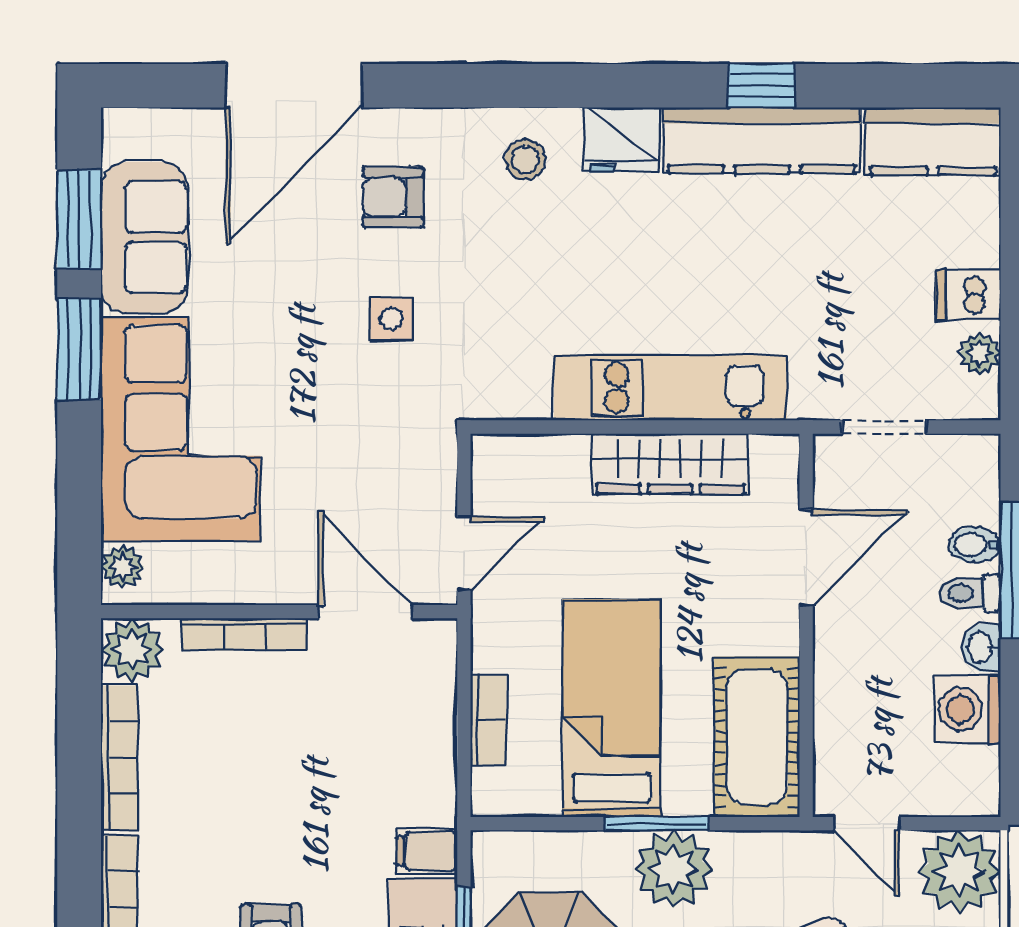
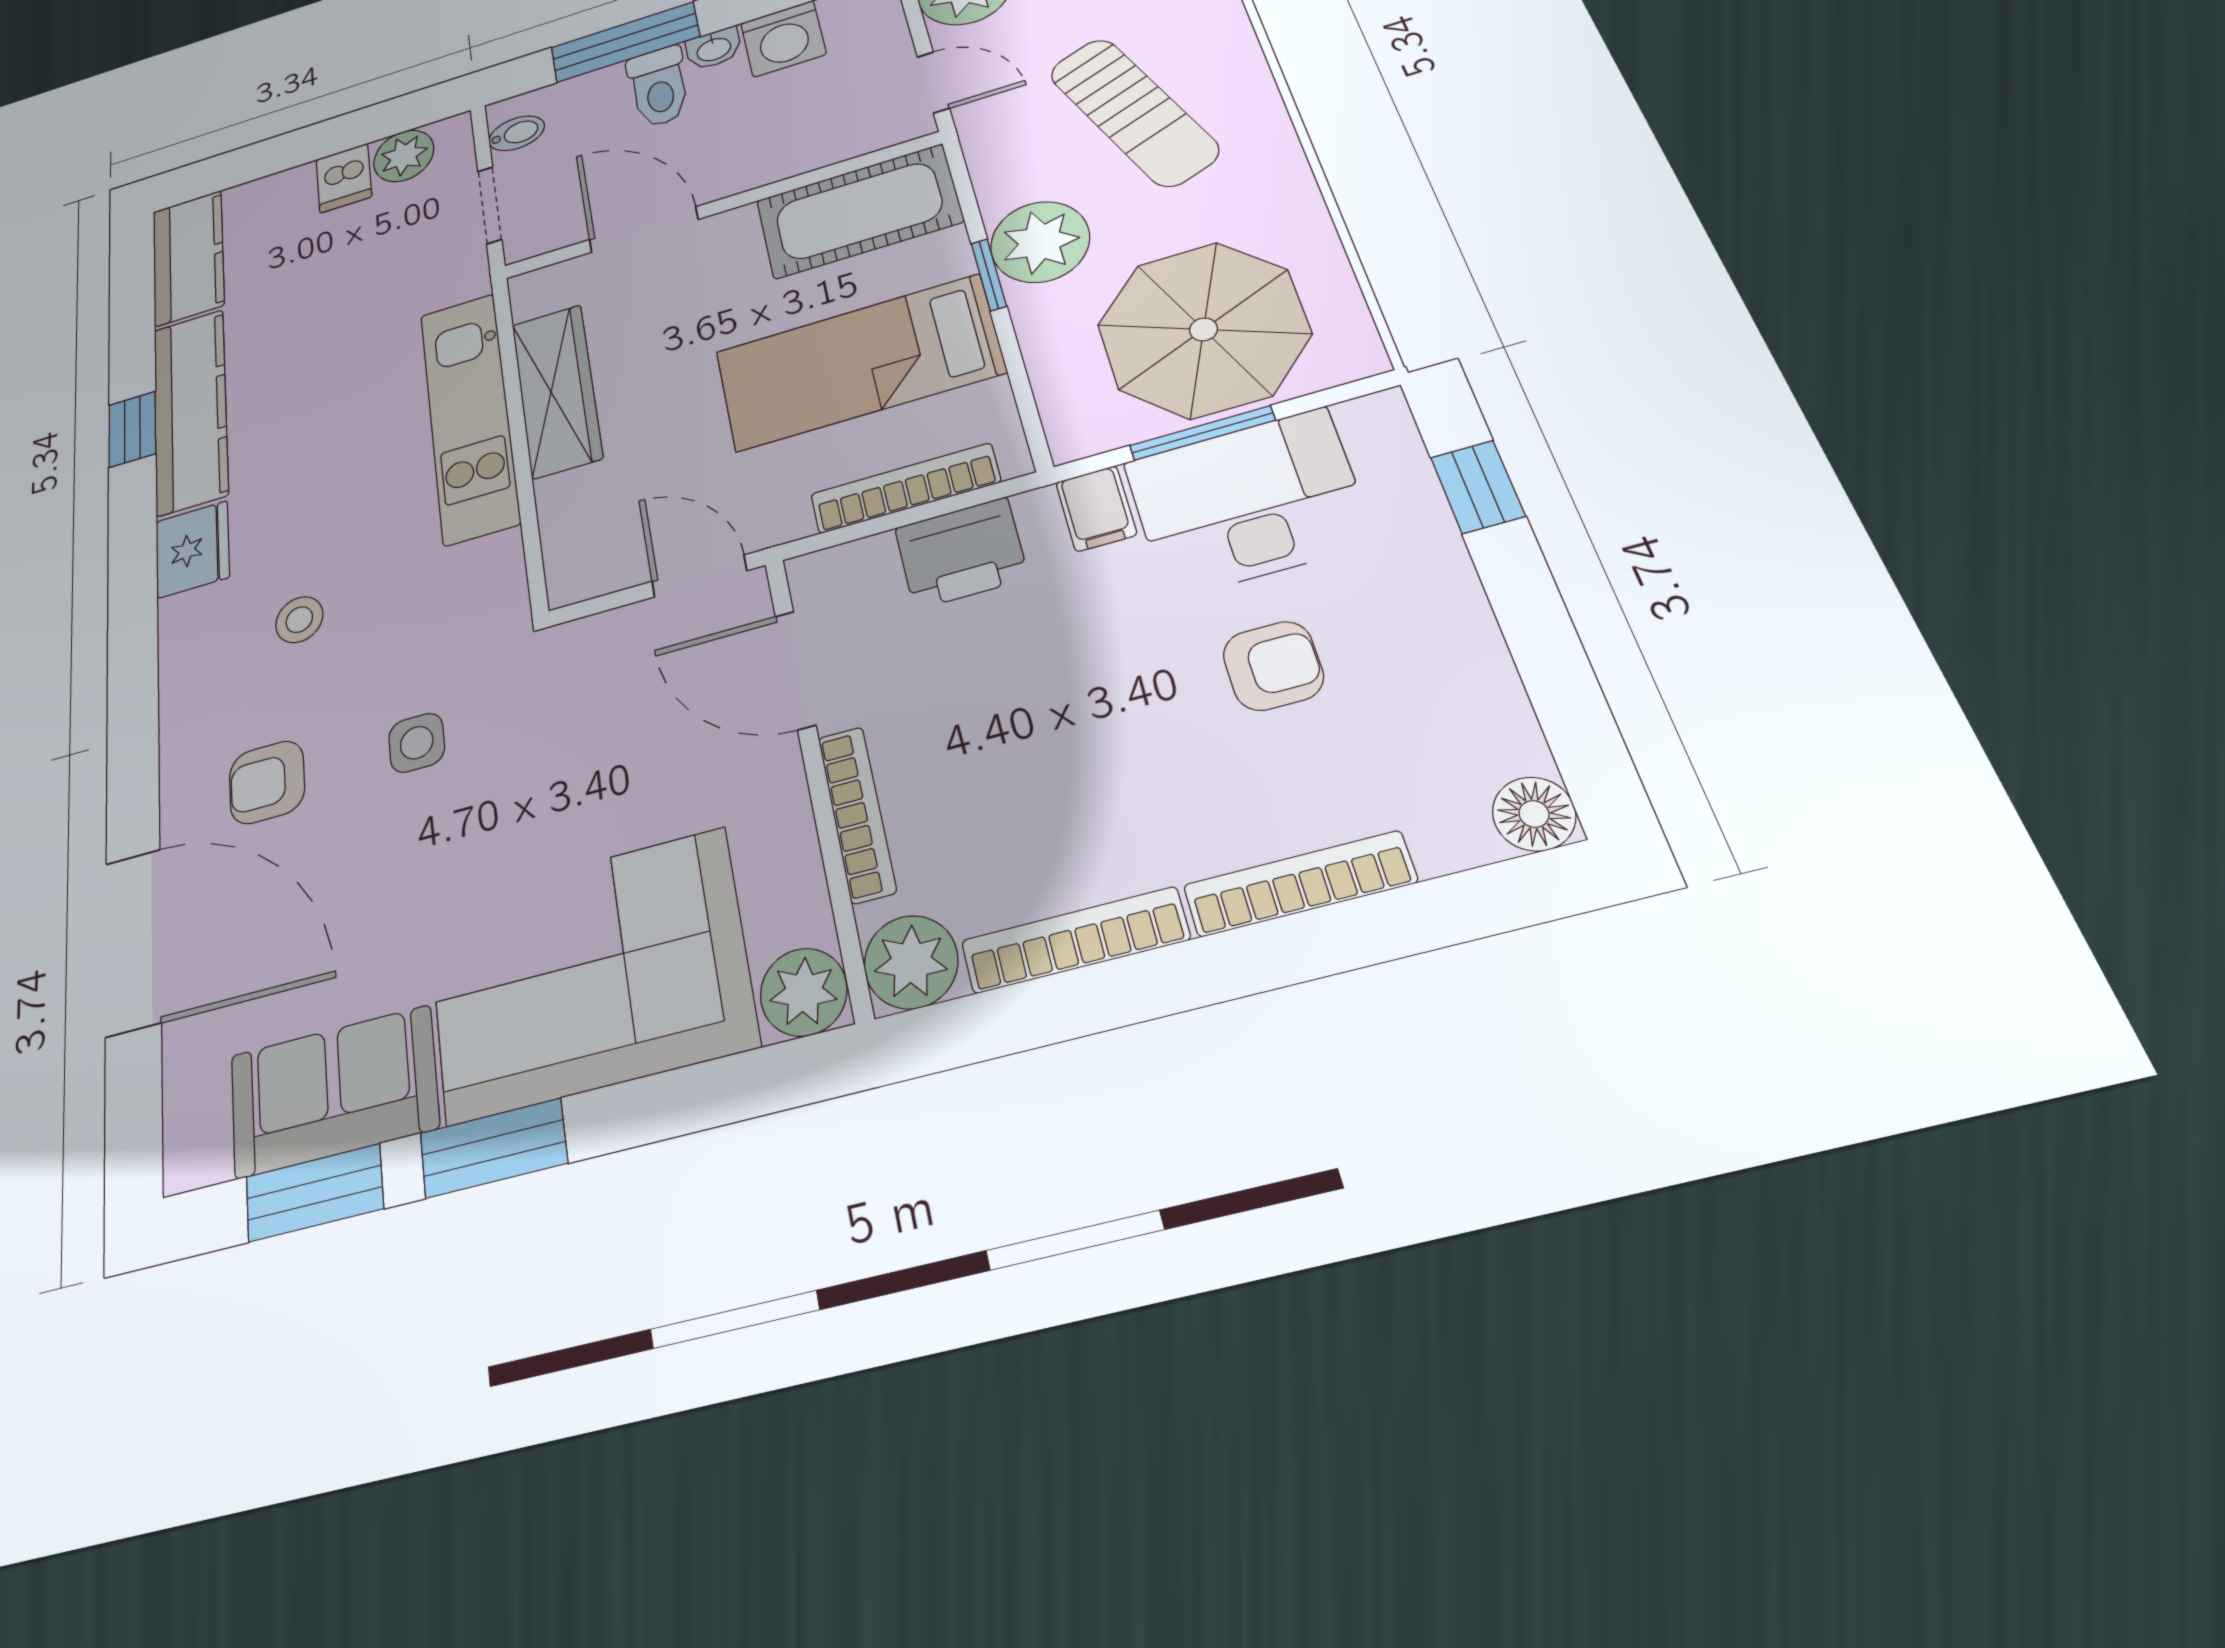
stool: (525, 159) -> (299, 620), moved
armchair: (393, 197) -> (267, 782), turned 90
plant: (980, 353) -> (404, 156), width x1.38, depth x1.38
bidet: (974, 545) -> (517, 133), moved, turned -90
plant: (122, 567) -> (804, 992), width x1.38, depth x1.38
toilet: (970, 593) -> (659, 87), width x1.37, depth x1.39
door: (365, 612) -> (795, 670), hinge flipped
bookcase: (488, 720) -> (905, 488), width x1.56
printer: (422, 749) -> (961, 553), added
window: (657, 824) -> (989, 275), width x0.67
door: (866, 824) -> (933, 82), hinge flipped

